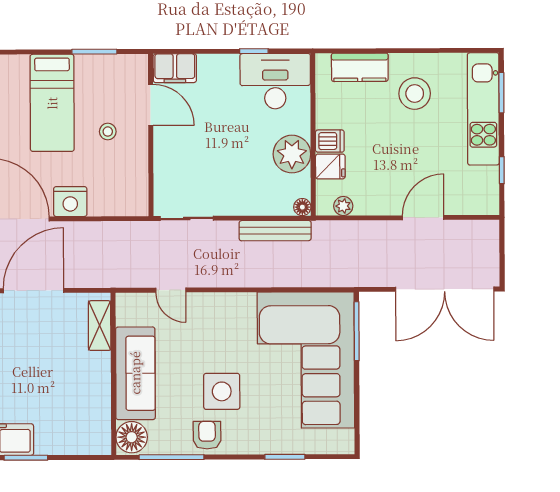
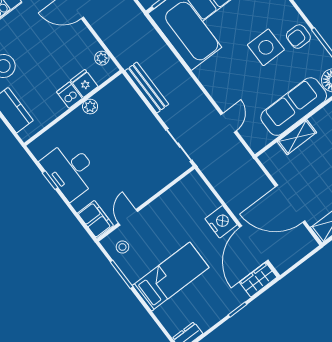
desk: (275, 81) -> (70, 170), moved
door: (151, 105) -> (128, 217), width x0.73
stool: (108, 132) -> (122, 247), moved
plant: (292, 154) -> (90, 107), width x0.53, depth x0.53
floor lamp: (302, 207) -> (121, 82), removed
shelving: (100, 326) -> (297, 137), moved

